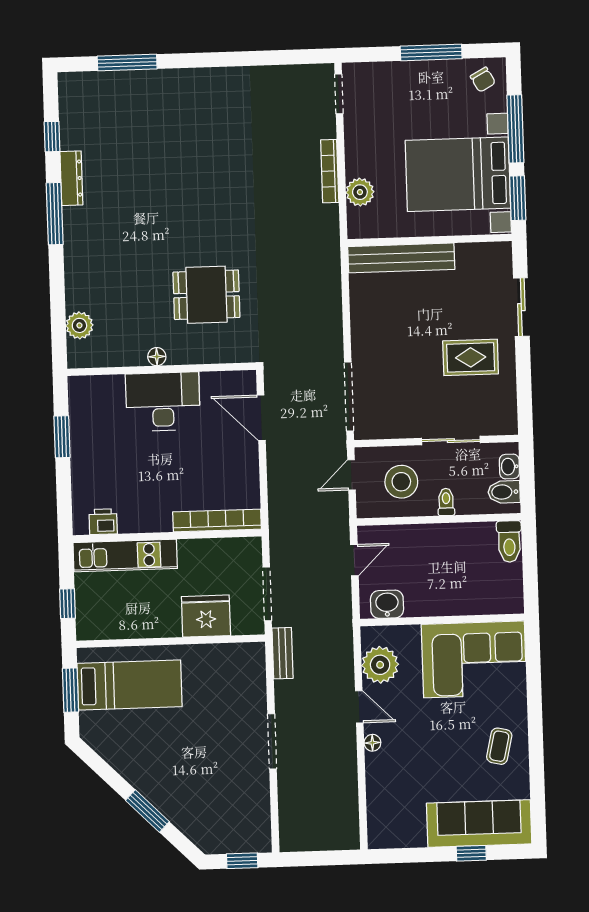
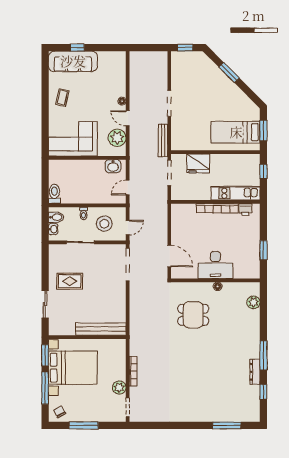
plant: (360, 192) -> (119, 387), moved
bookcase: (217, 520) -> (217, 208), moved
bench: (283, 653) -> (163, 140), width x1.36

